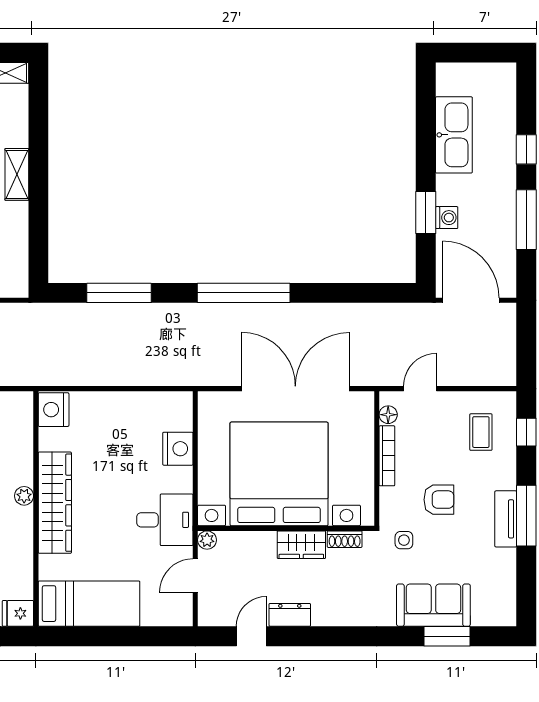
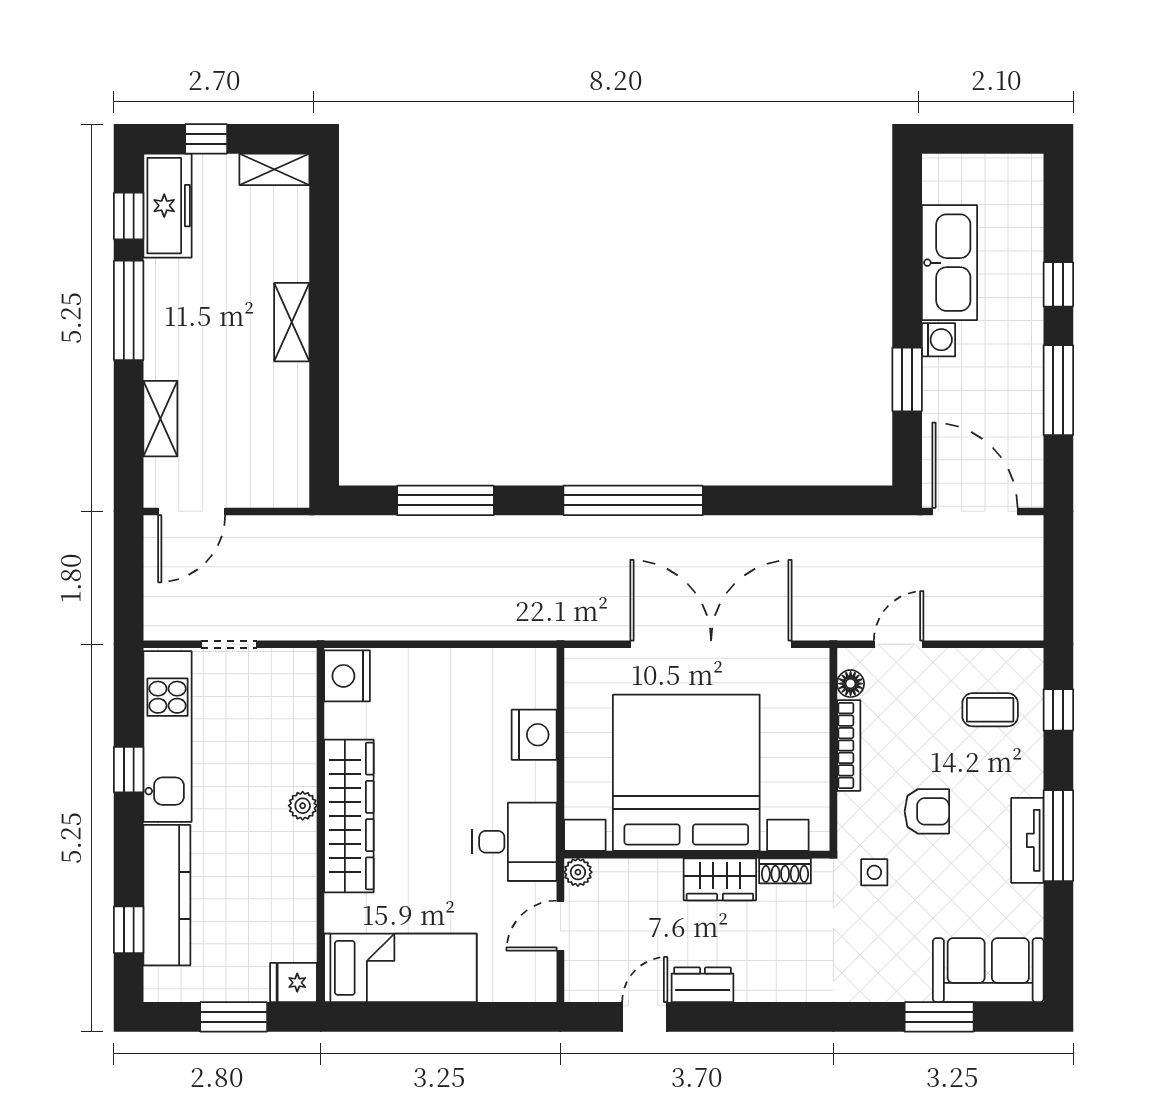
washing machine: (447, 218) -> (939, 340), moved
coffee table: (481, 432) -> (990, 710), turned 90
sofa: (433, 605) -> (988, 970), moved

